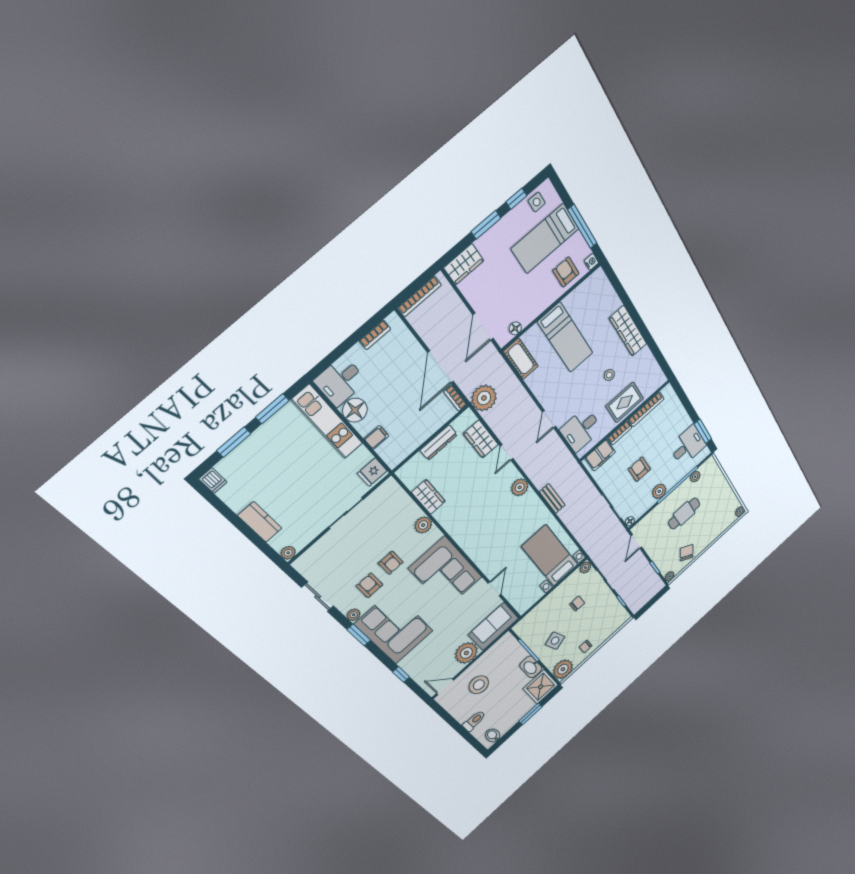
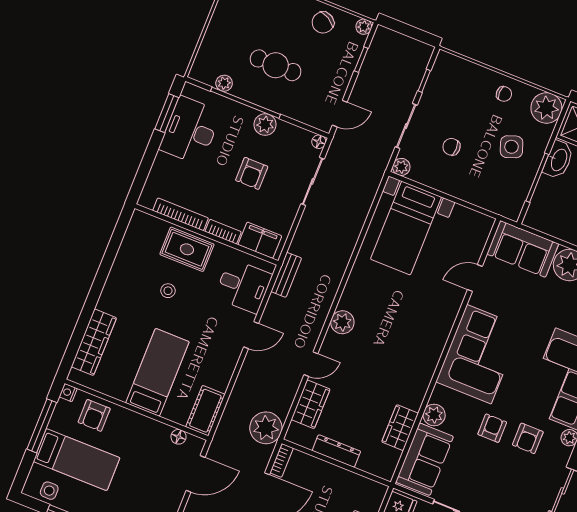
wardrobe: (628, 331) -> (94, 342), moved
desk: (688, 446) -> (190, 130), width x1.37
bench: (552, 499) -> (286, 275), moved
sofa: (397, 505) -> (425, 459), added

